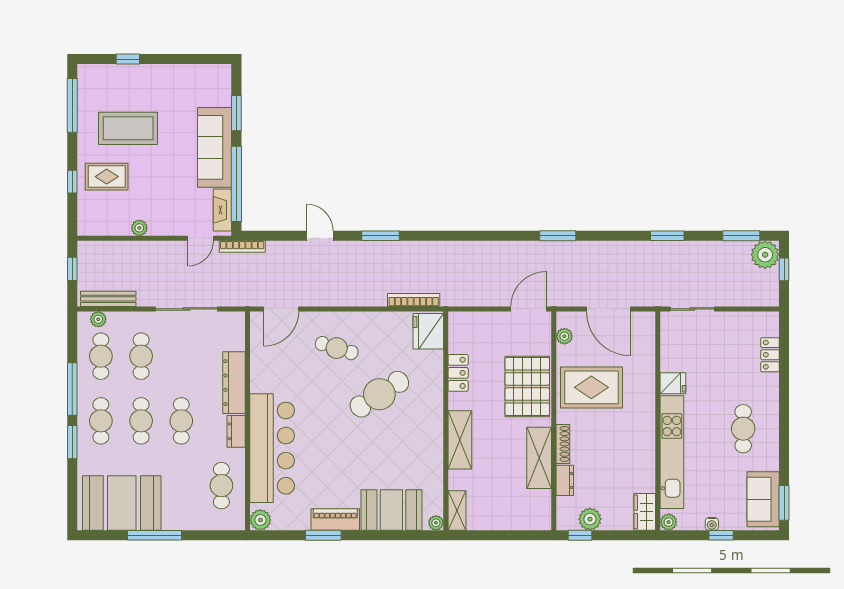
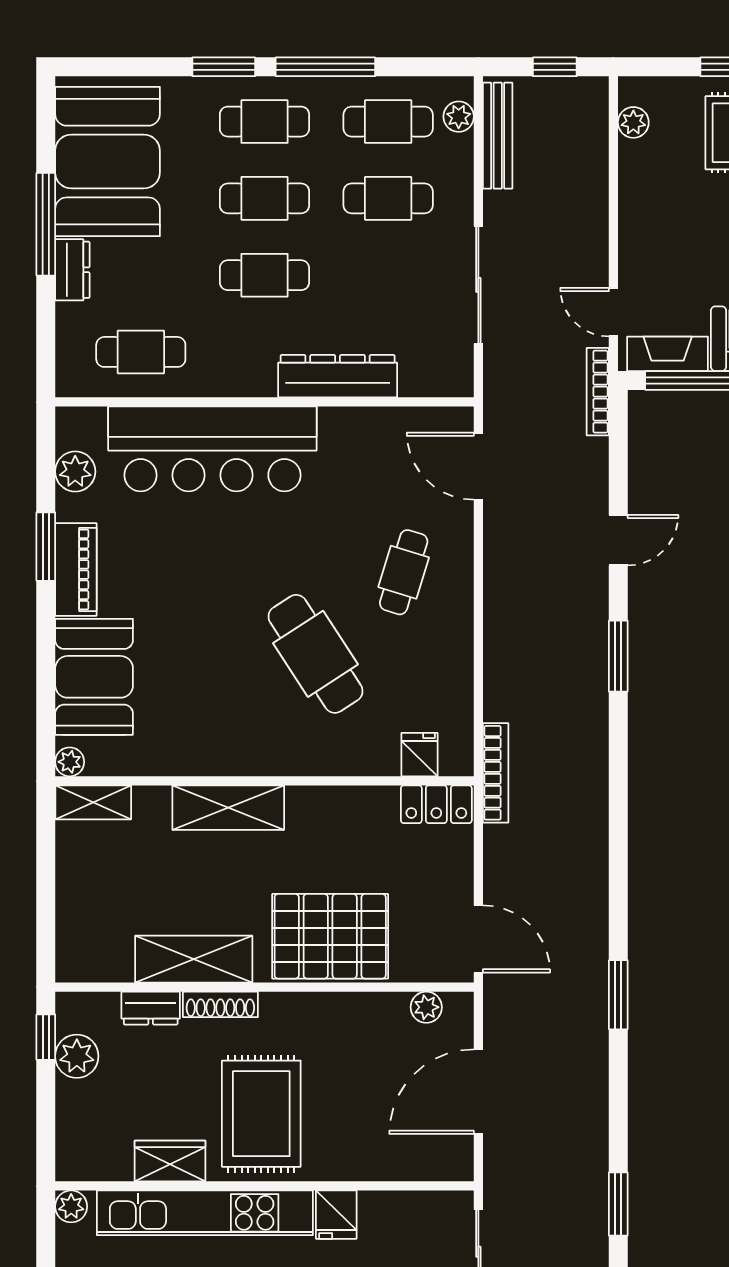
plant: (139, 228) -> (633, 122), moved
bookcase: (414, 300) -> (496, 773), moved
fridge: (428, 331) -> (420, 755), width x0.53, depth x0.75
locker: (458, 373) -> (436, 804), moved
rug: (591, 387) -> (261, 1114), moved
dresser: (236, 431) -> (72, 270), moved, turned 90
wardrobe: (645, 512) -> (170, 1161), moved
plant: (260, 520) -> (75, 471), moved

